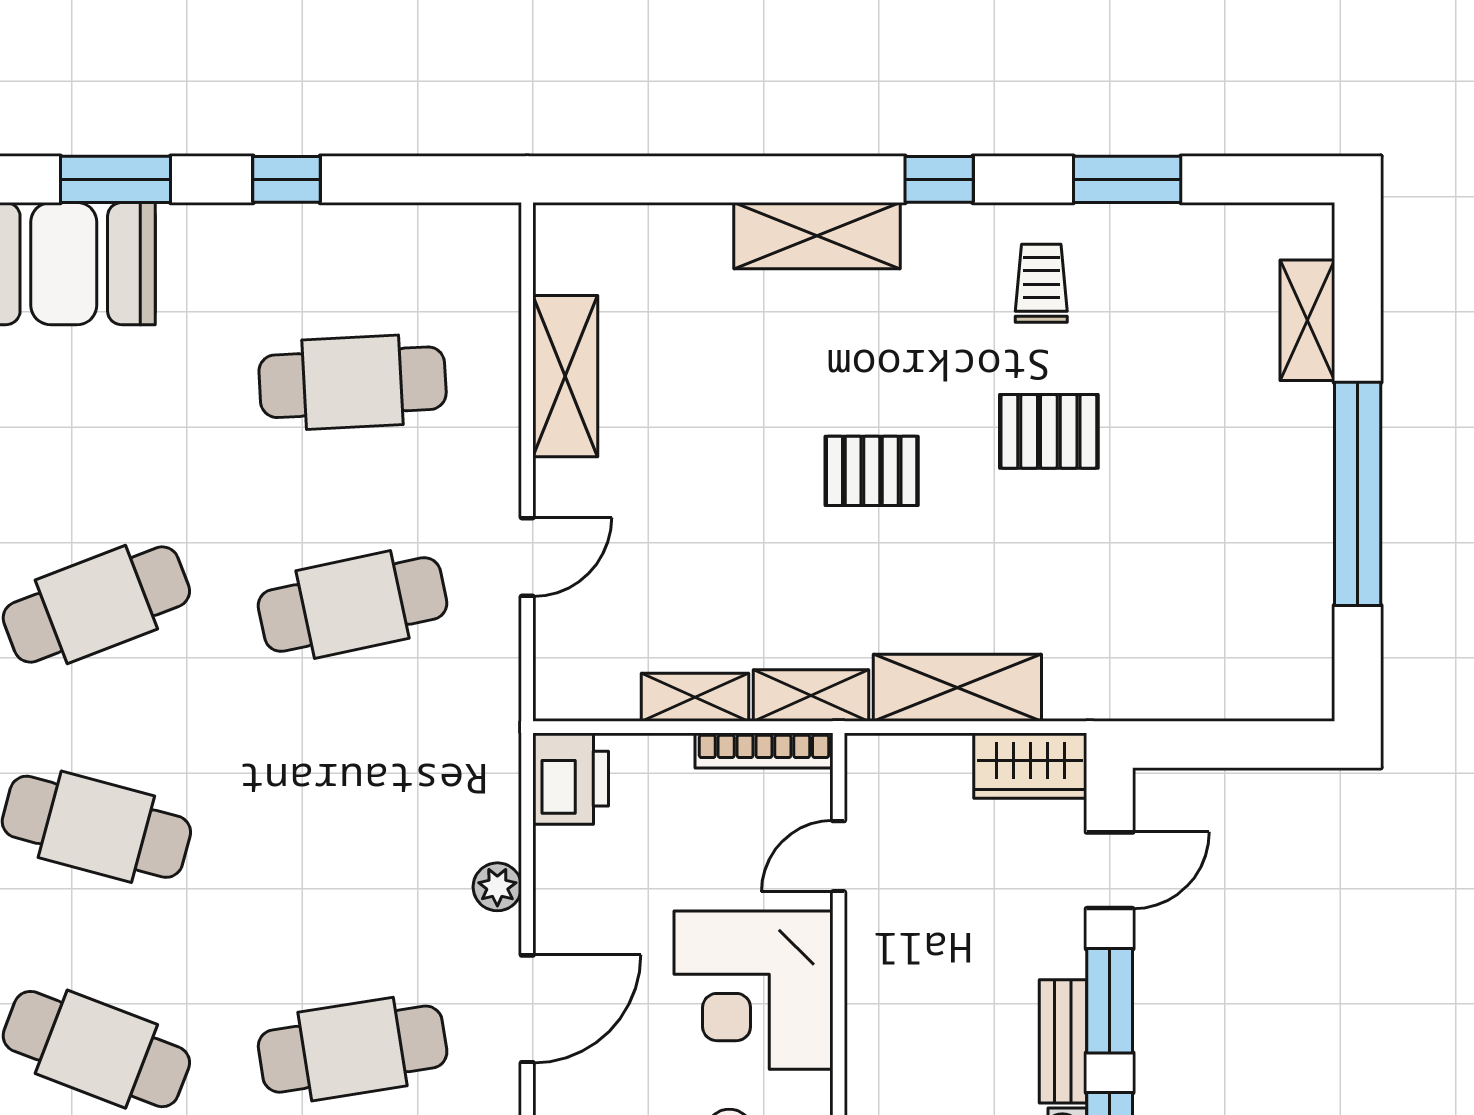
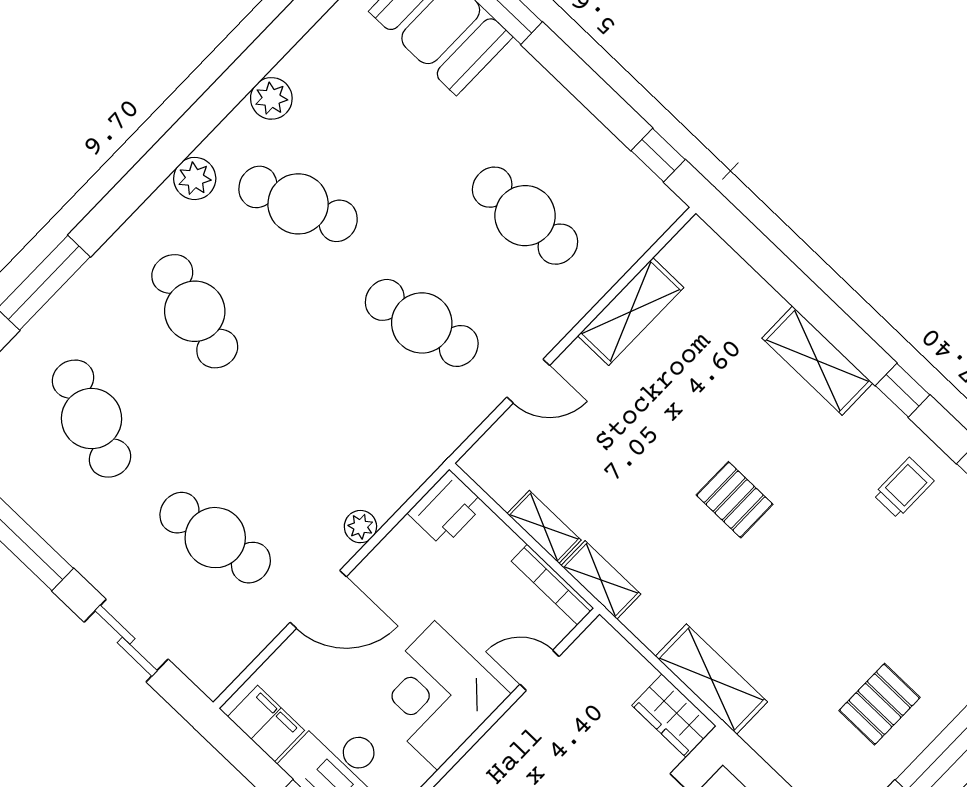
window: (287, 179) -> (658, 155), moved
pallet: (1049, 431) -> (880, 704), moved, turned 90
shelving: (957, 688) -> (711, 679), moved

